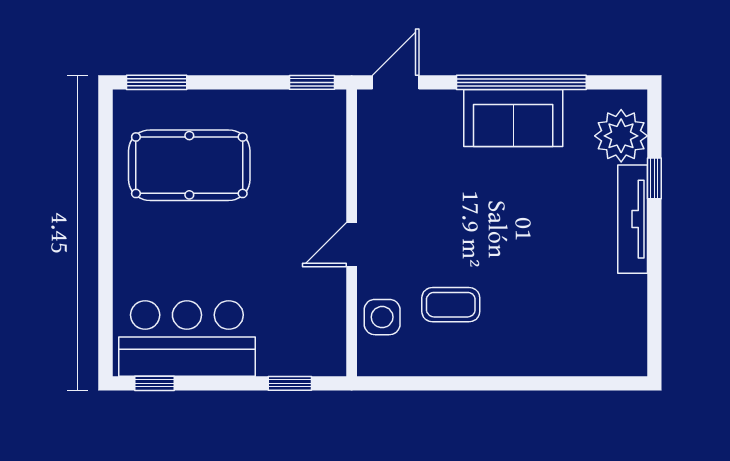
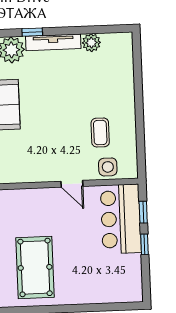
plant: (629, 294) -> (91, 43), added
bar counter: (187, 338) -> (121, 219), moved
window: (155, 383) -> (145, 244), moved

